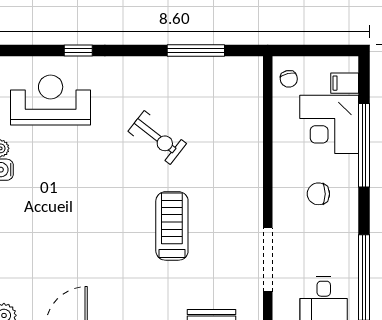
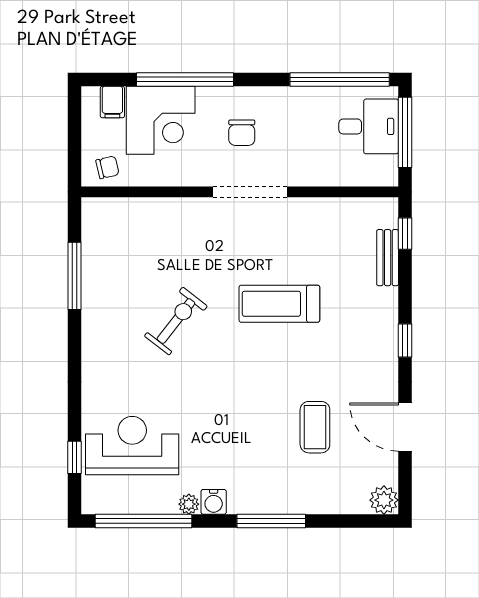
window: (78, 51) -> (74, 457), moved
reception desk: (51, 100) -> (132, 446), turned 90
coffee table: (66, 256) -> (315, 427), added
doorway: (268, 260) -> (250, 192), moved

